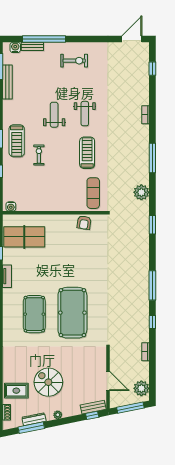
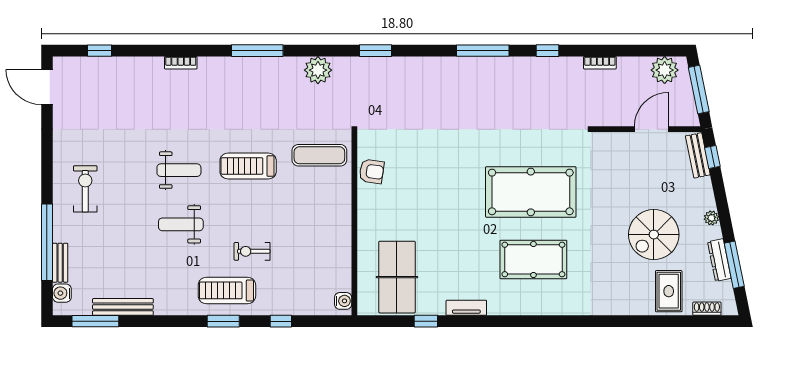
treadmill: (17, 141) -> (227, 290), turned 180

